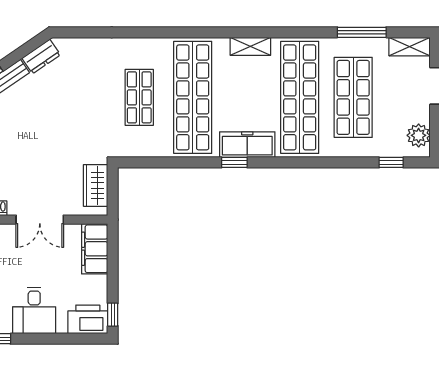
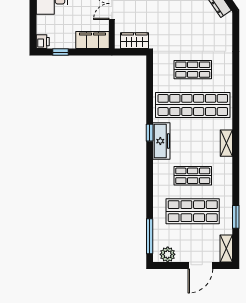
window: (362, 32) -> (236, 217), width x0.69
shop shelf: (300, 97) -> (193, 176), width x0.50, depth x0.74
window: (391, 162) -> (150, 236), width x2.17
window: (113, 315) -> (60, 52), moved
printer: (88, 319) -> (43, 42), width x0.53, depth x0.68

